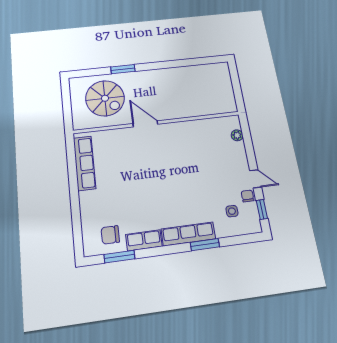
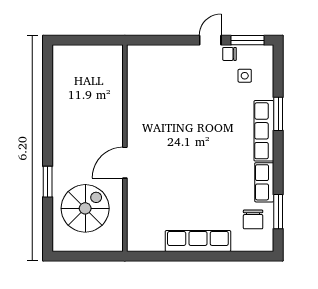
plant: (237, 135) -> (153, 52), removed
row of seats: (84, 163) -> (198, 241), moved
window: (262, 209) -> (247, 40), width x1.50

